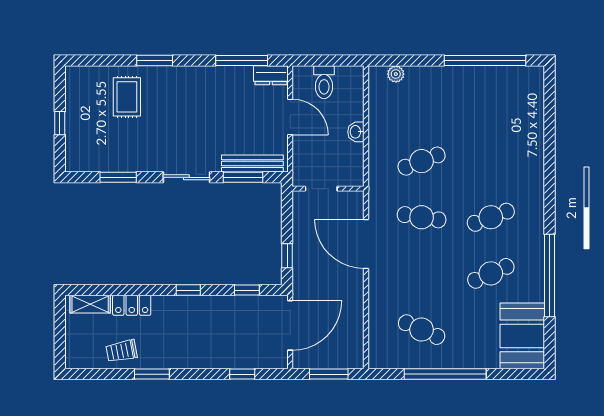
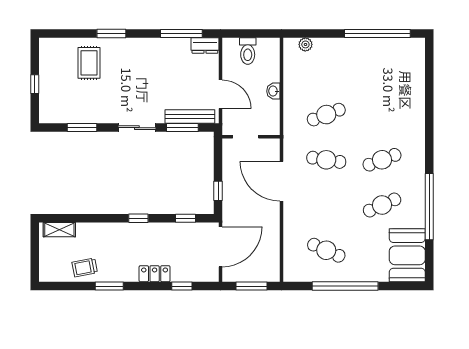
door: (290, 117) -> (220, 94), moved
locker: (132, 305) -> (155, 274), moved, turned 180

